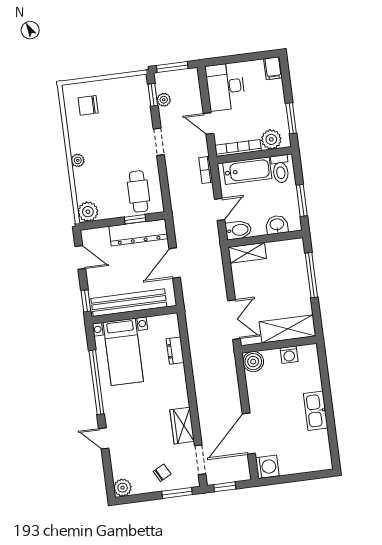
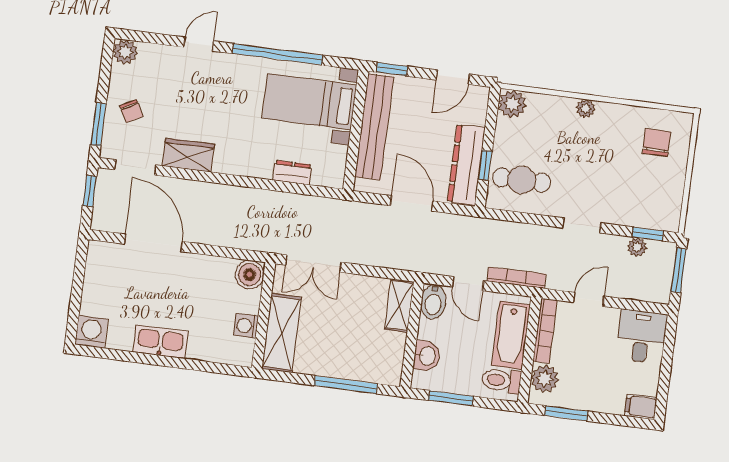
desk: (225, 87) -> (641, 337), width x0.73
bookcase: (206, 170) -> (516, 278), width x1.56
washing machine: (267, 467) -> (91, 332), moved, turned 180

